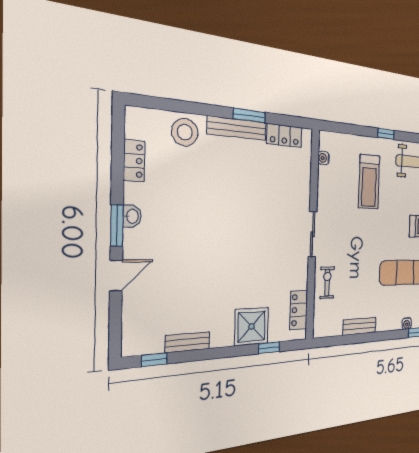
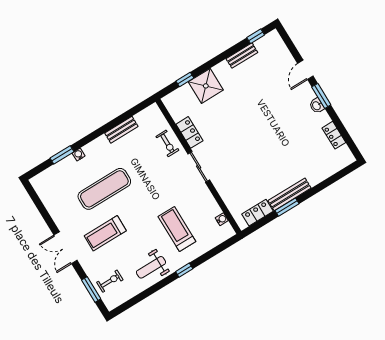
stool: (185, 132) -> (317, 170), removed
locker: (299, 310) -> (189, 132), moved

